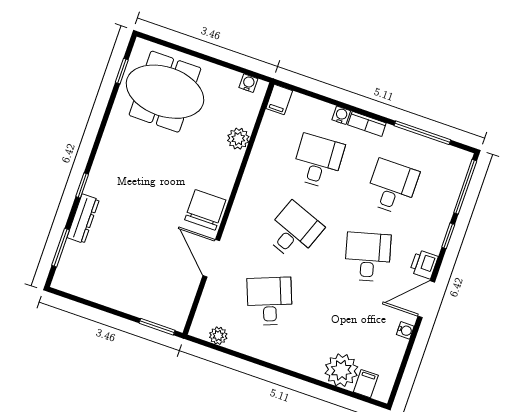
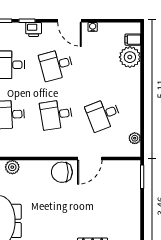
desk: (294, 231) -> (56, 115), turned -30
printer: (424, 264) -> (34, 30), moved

